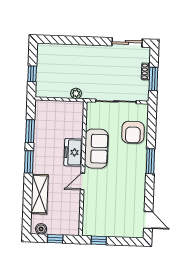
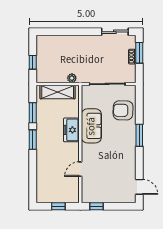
window: (153, 79) -> (139, 53), moved
armchair: (133, 132) -> (123, 110), turned 92
door: (82, 182) -> (80, 169), moved
shelving: (39, 194) -> (58, 92), moved, turned 90
boiler: (41, 229) -> (46, 198), removed

